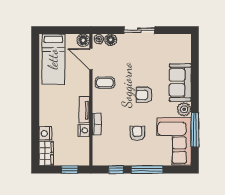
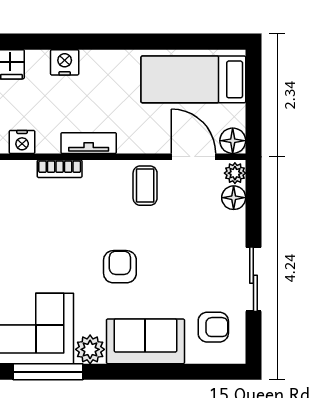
sliding door: (139, 30) -> (253, 279), moved
door: (91, 59) -> (194, 157), hinge flipped
nightstand: (84, 130) -> (22, 142), moved
nightstand: (45, 133) -> (65, 62), moved
armchair: (137, 133) -> (213, 327), moved

